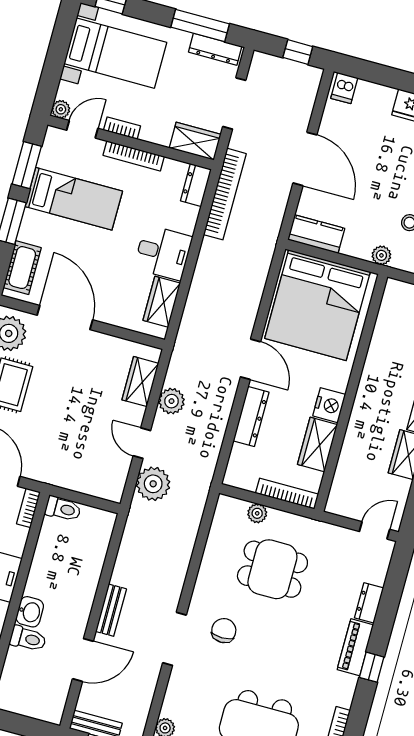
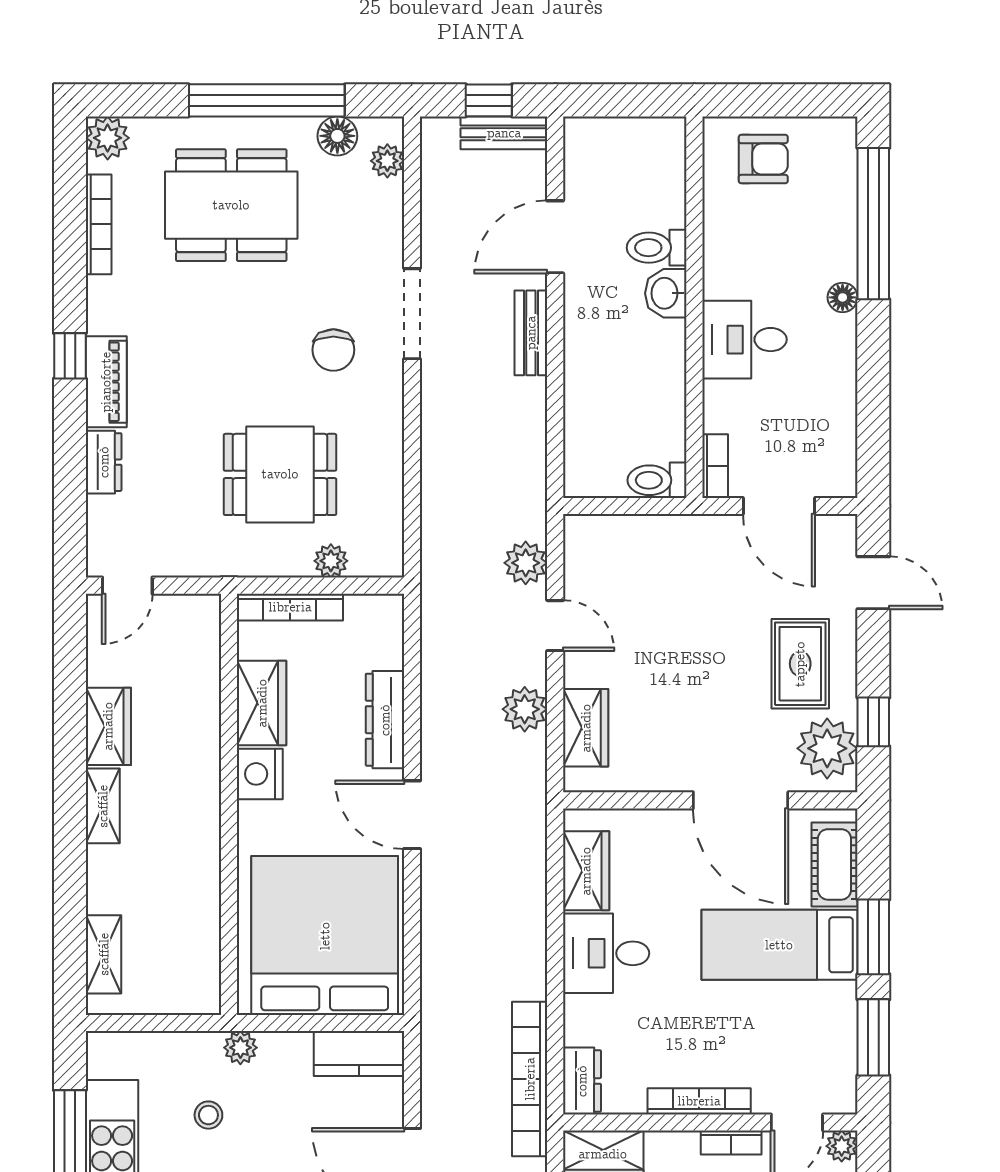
bed: (74, 199) -> (779, 945), moved
plant: (153, 484) -> (526, 563), width x0.73, depth x0.73

